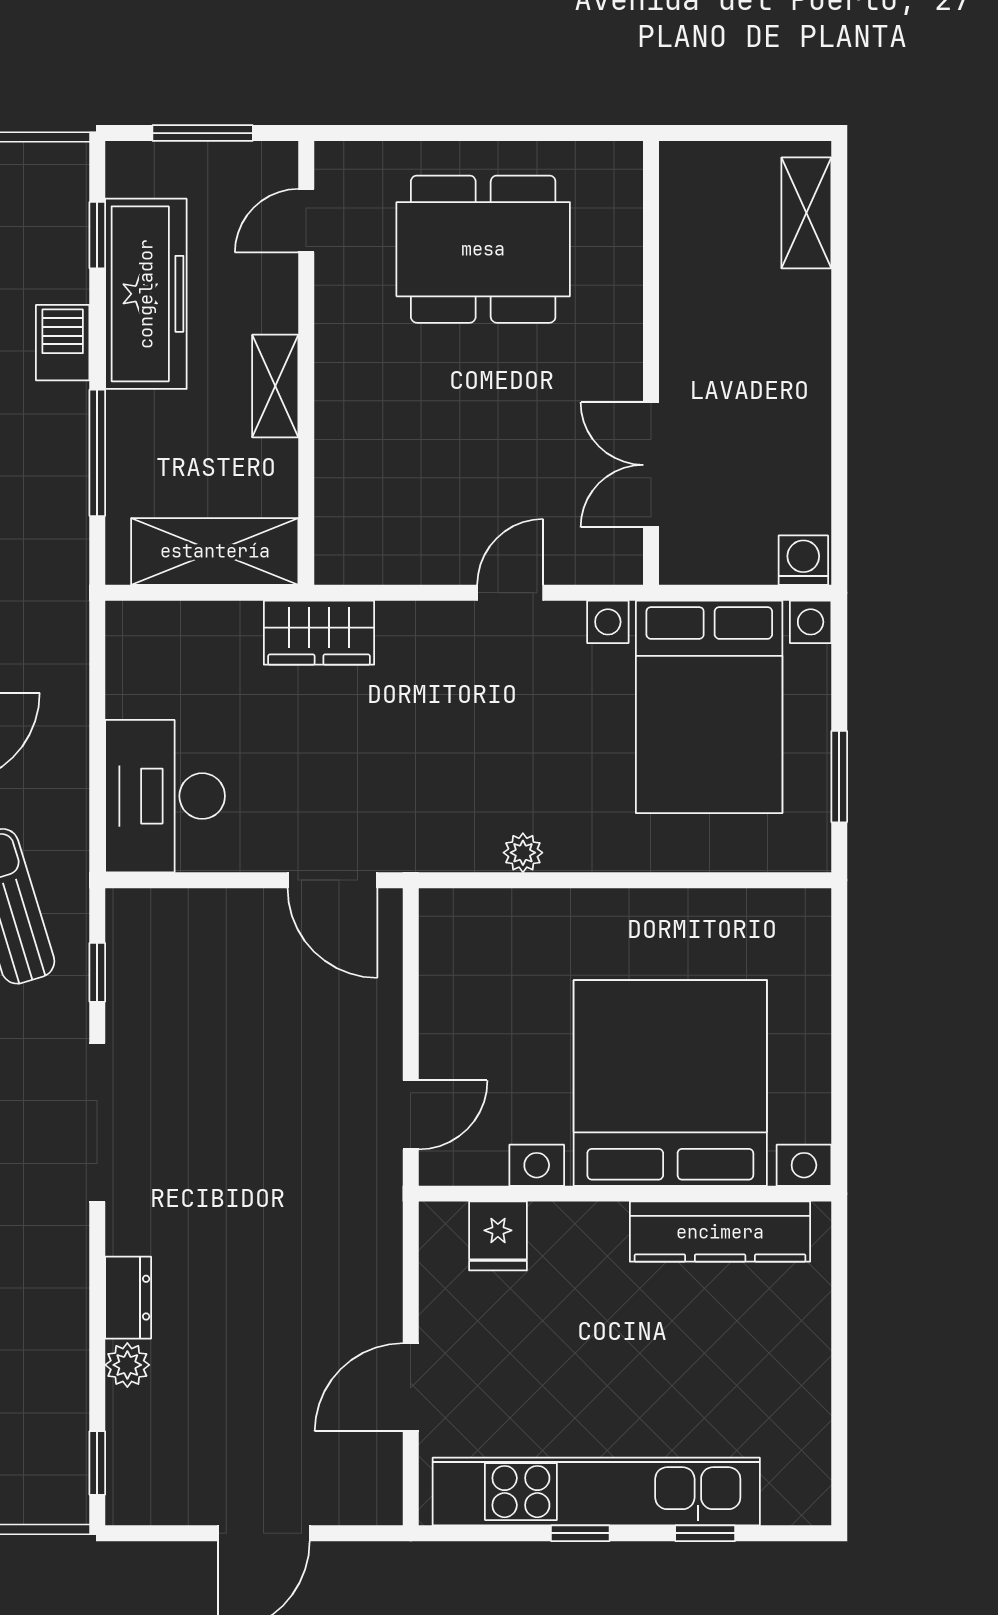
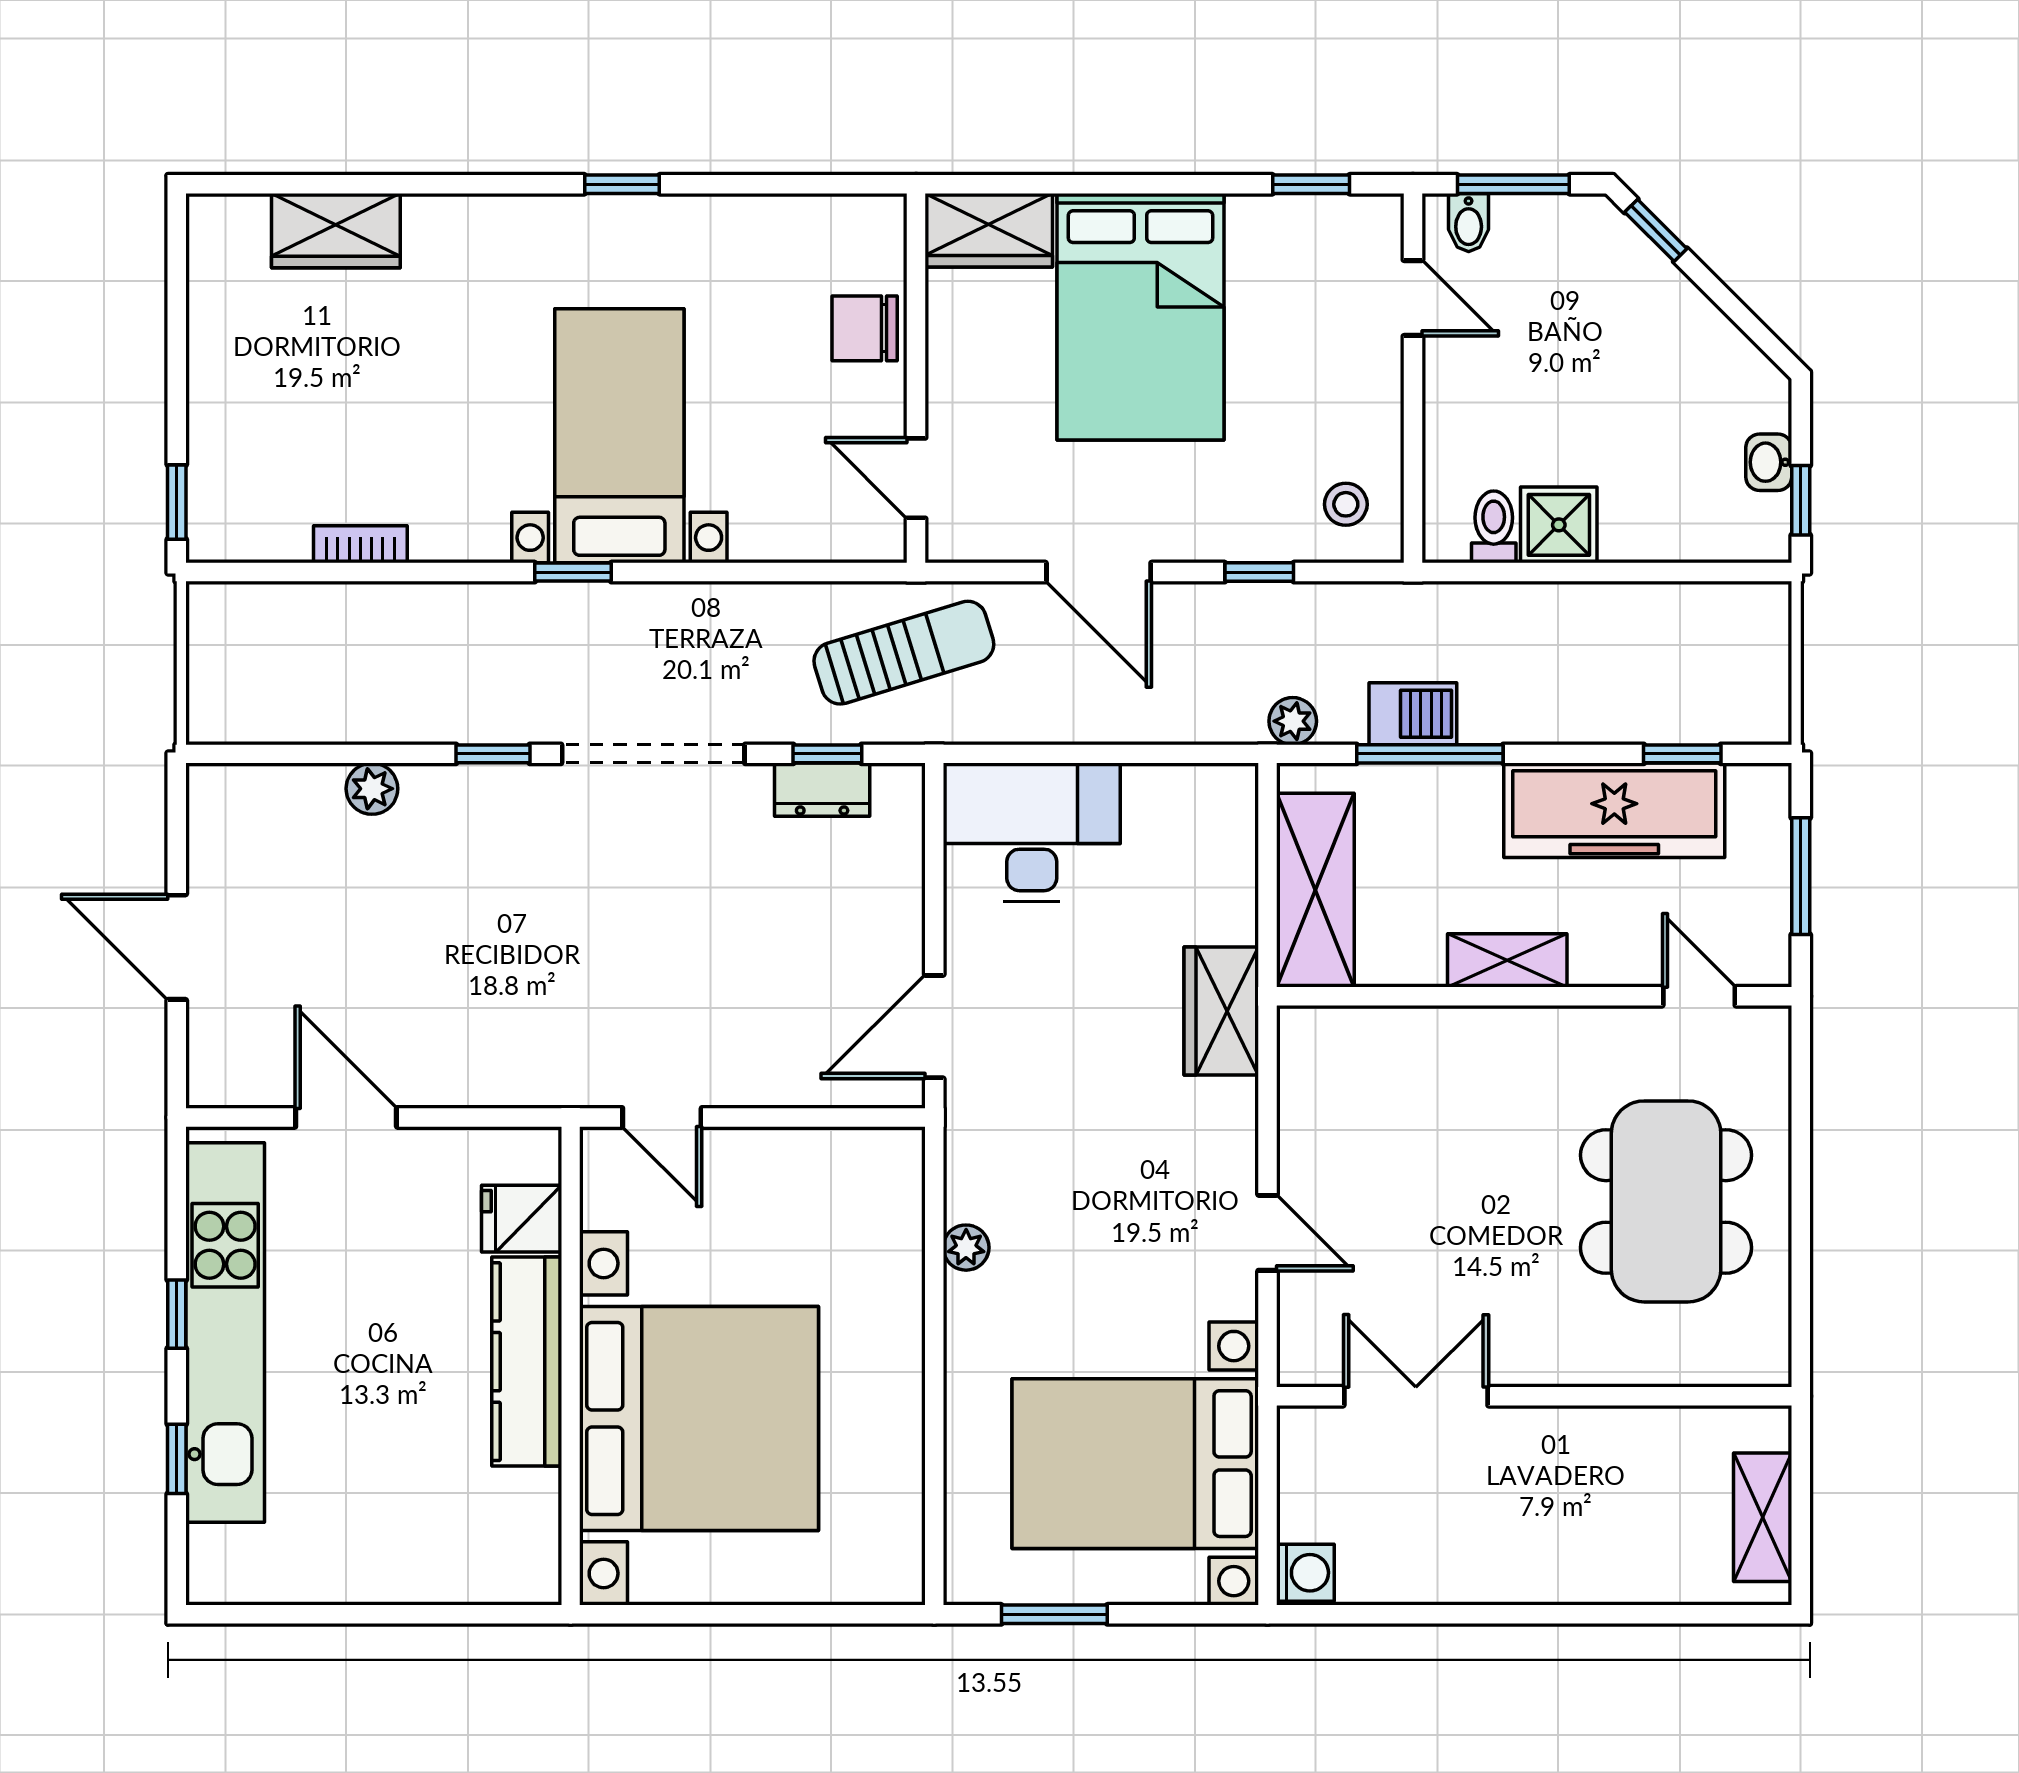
shelving: (806, 213) -> (1763, 1517), moved, turned 90
barbecue: (63, 343) -> (1413, 714), moved
plant: (69, 571) -> (1293, 721), added
kitchen counter: (720, 1232) -> (527, 1362), moved
dresser: (128, 1298) -> (822, 790), moved
window: (97, 1463) -> (493, 754), moved

